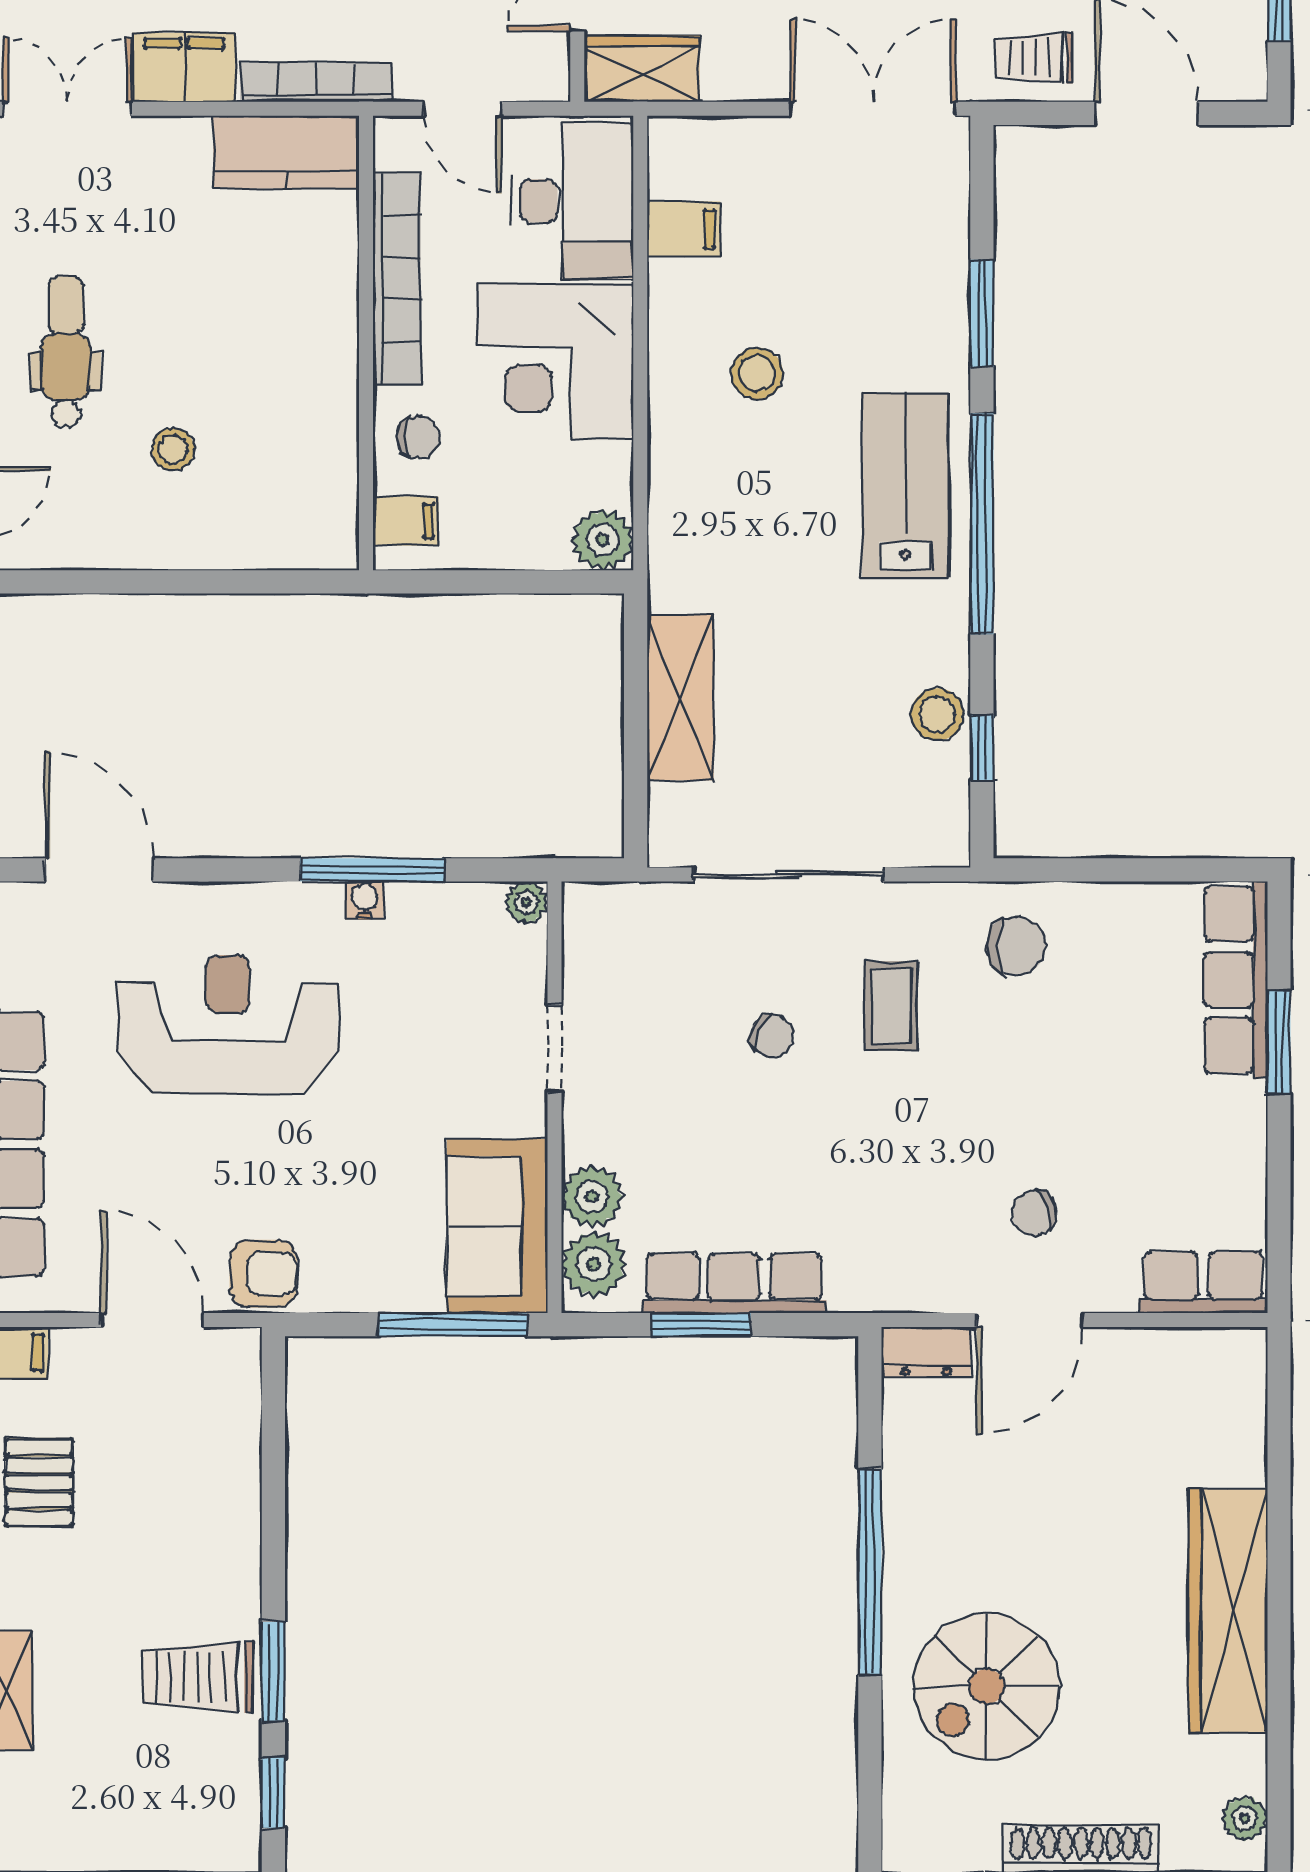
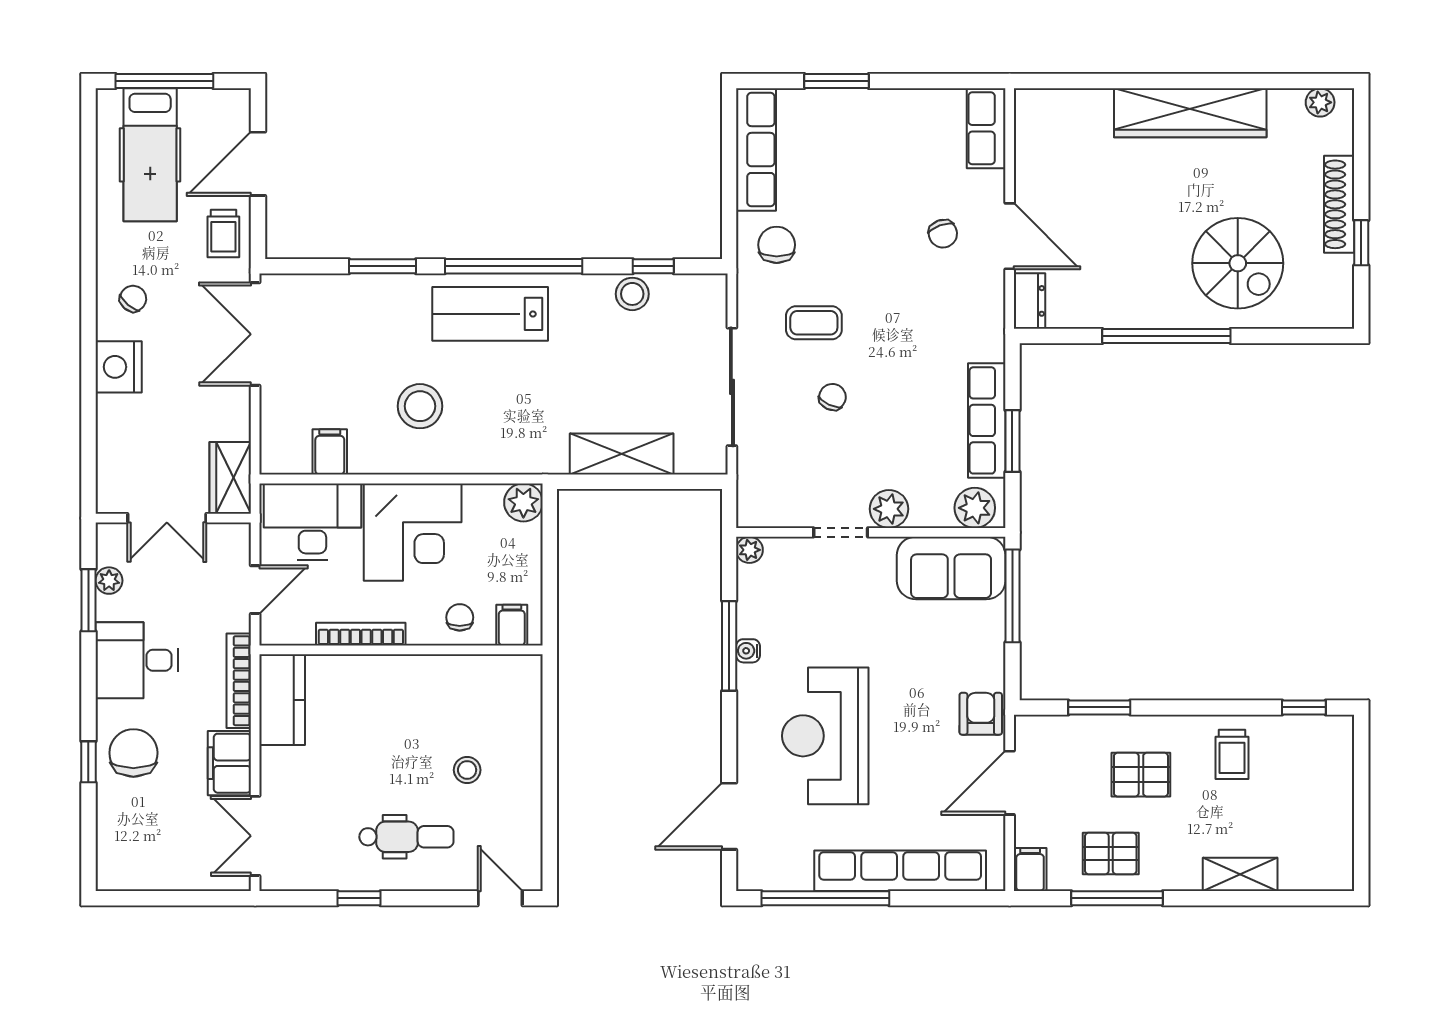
bookcase: (397, 279) -> (361, 634), width x0.68, depth x0.76
dental chair: (66, 352) -> (406, 837), turned 180
stool: (757, 374) -> (420, 406), width x1.38, depth x1.38
row of seats: (1236, 980) -> (756, 150), moved, turned -90
plant: (592, 1196) -> (889, 509), moved
pallet: (166, 1531) -> (1141, 775), added
window: (273, 1672) -> (1099, 707), moved
trolley: (198, 1677) -> (1232, 754), width x0.73, depth x0.72

